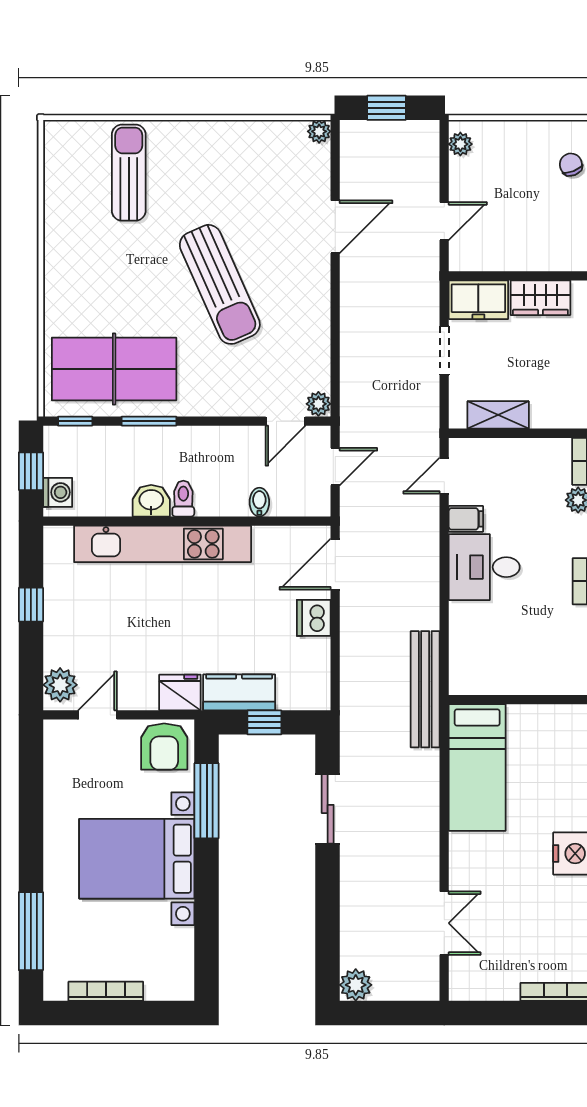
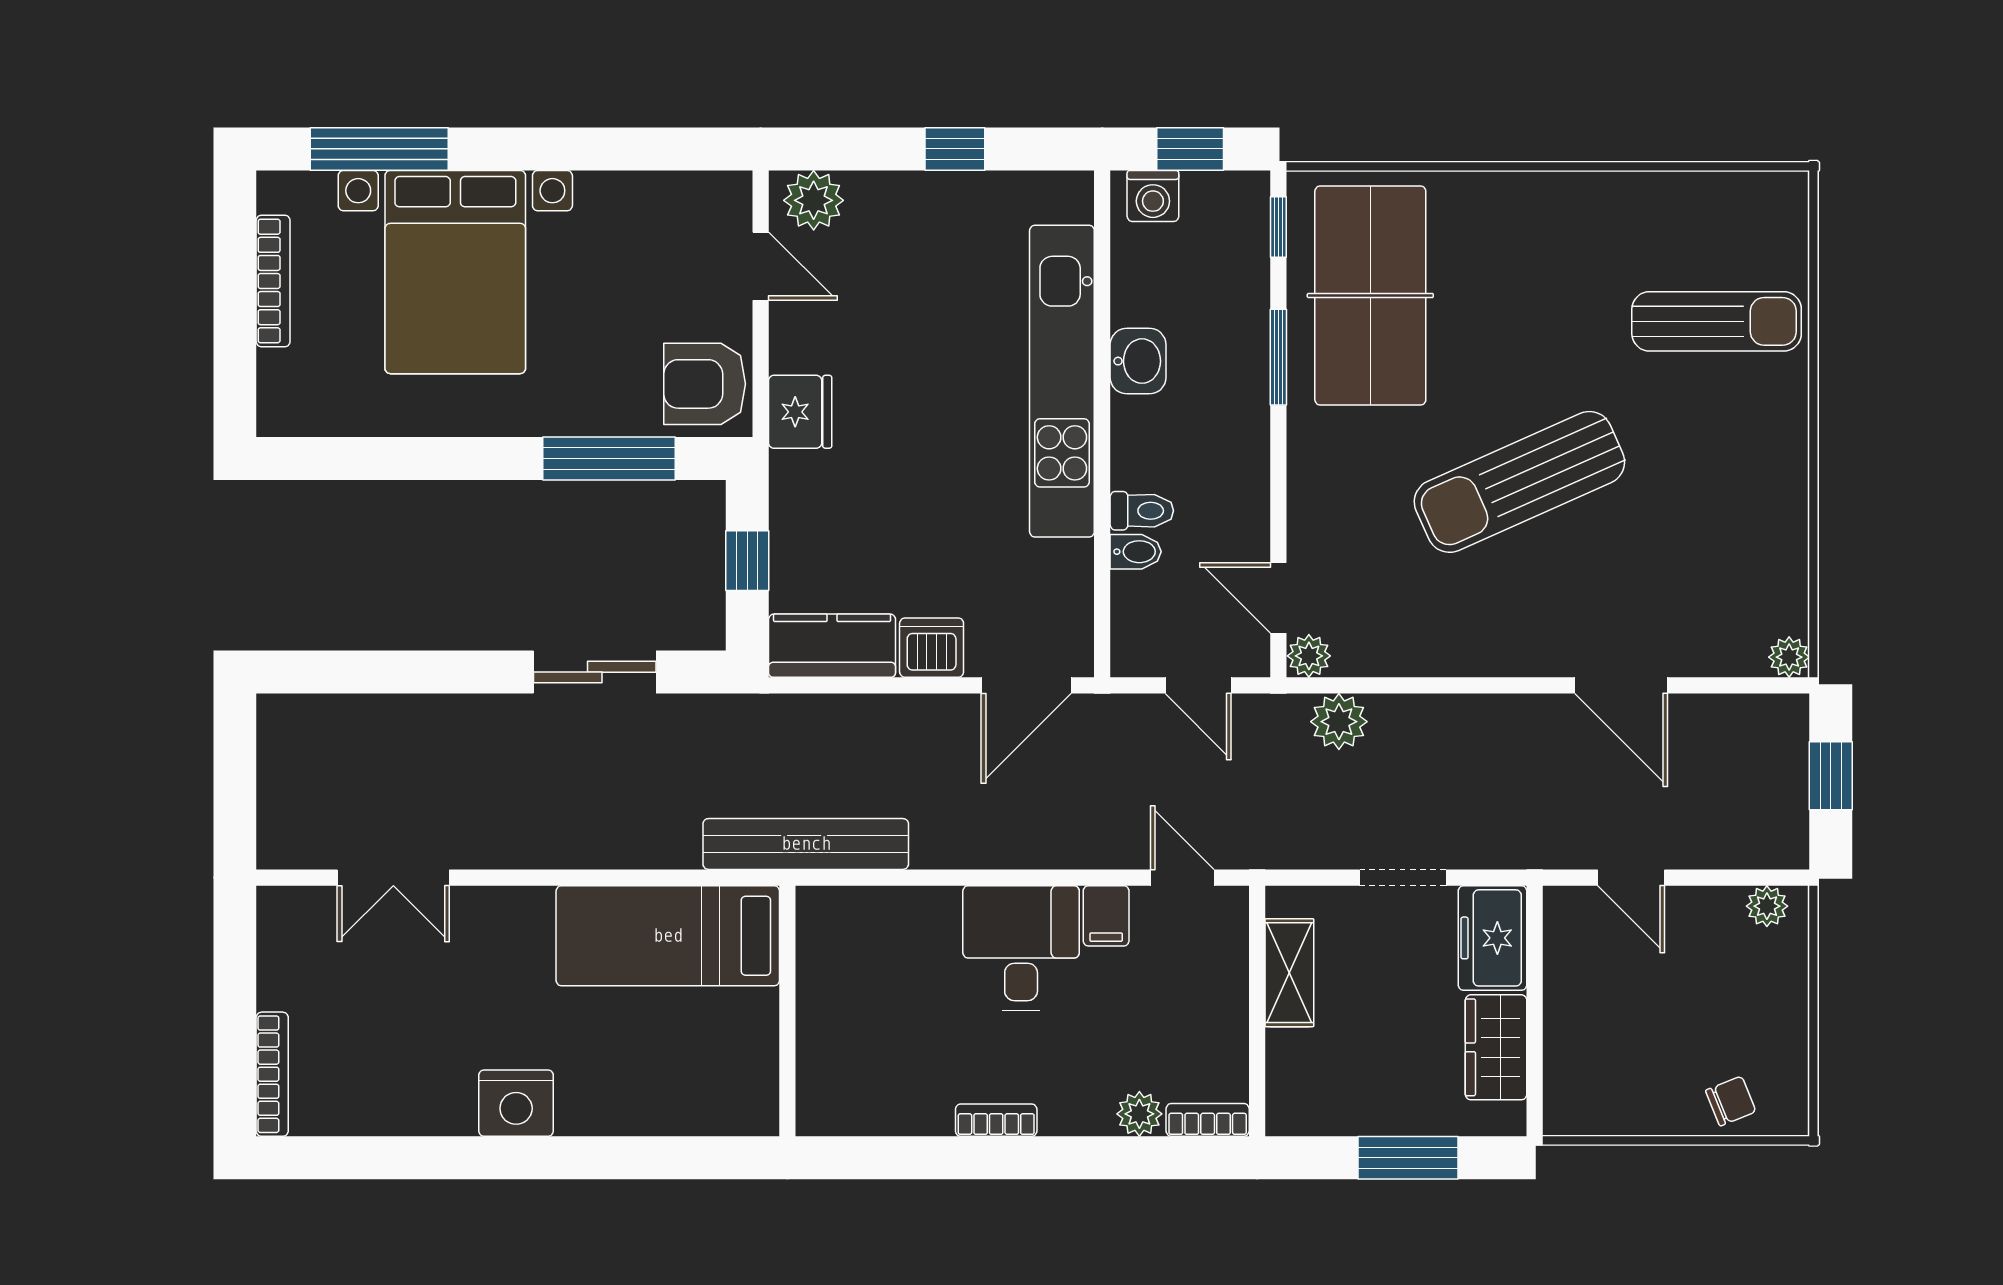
toilet: (183, 499) -> (1142, 511), moved
door: (335, 564) -> (1026, 685), swing flipped
kitchen counter: (239, 692) -> (832, 646), moved, turned -90
bed with nightstands: (137, 859) -> (455, 272), moved, turned 180
plant: (356, 985) -> (1339, 722), moved

